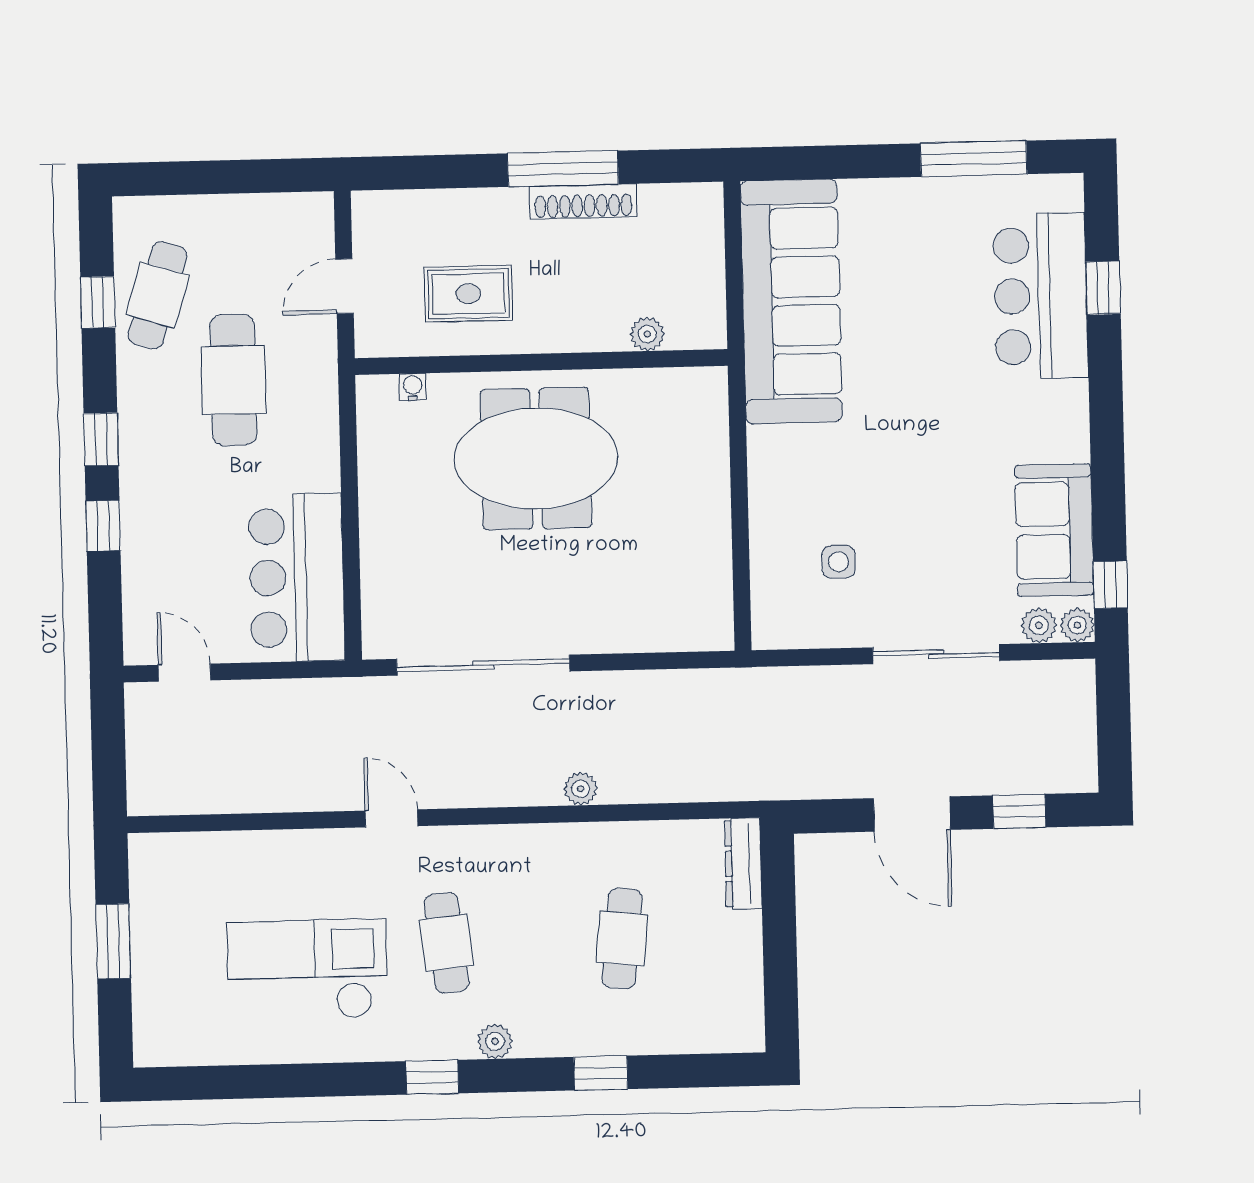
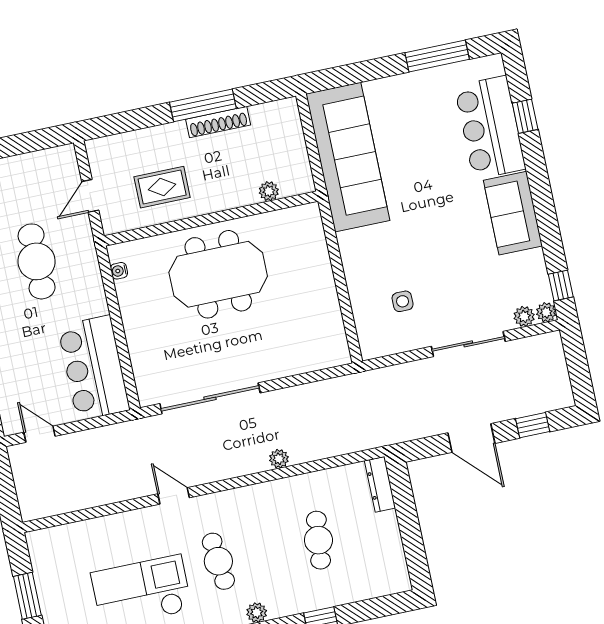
water cooler: (413, 387) -> (119, 271), moved, turned -90
sofa: (1054, 530) -> (513, 213), moved

